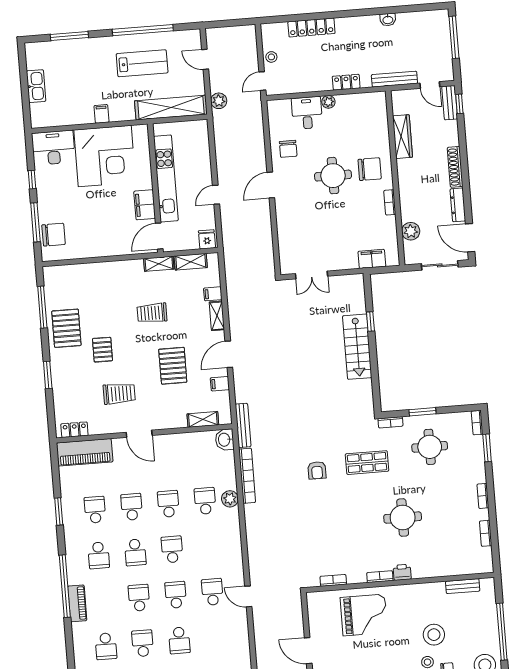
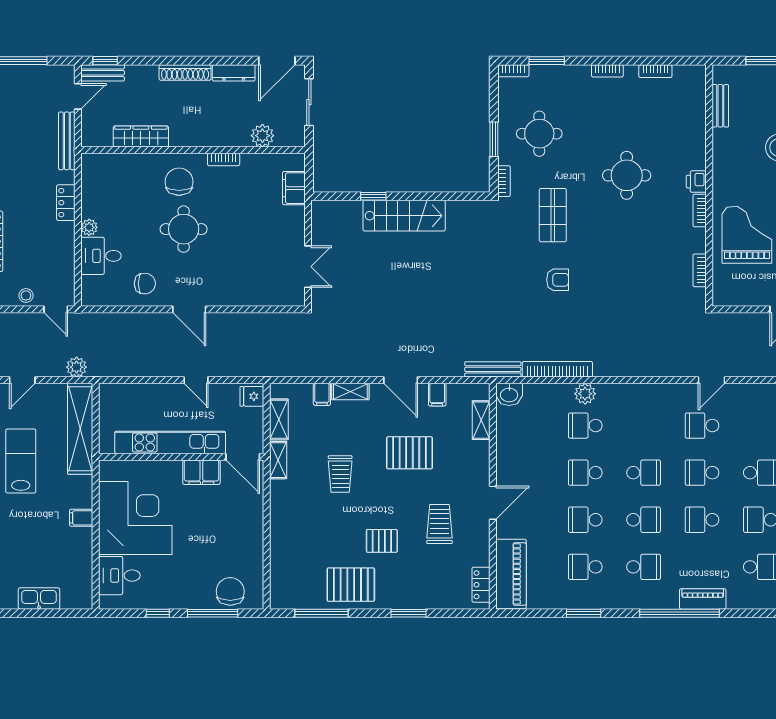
desk: (53, 148) -> (119, 576), width x0.73
school desk: (172, 549) -> (644, 473), turned 180

